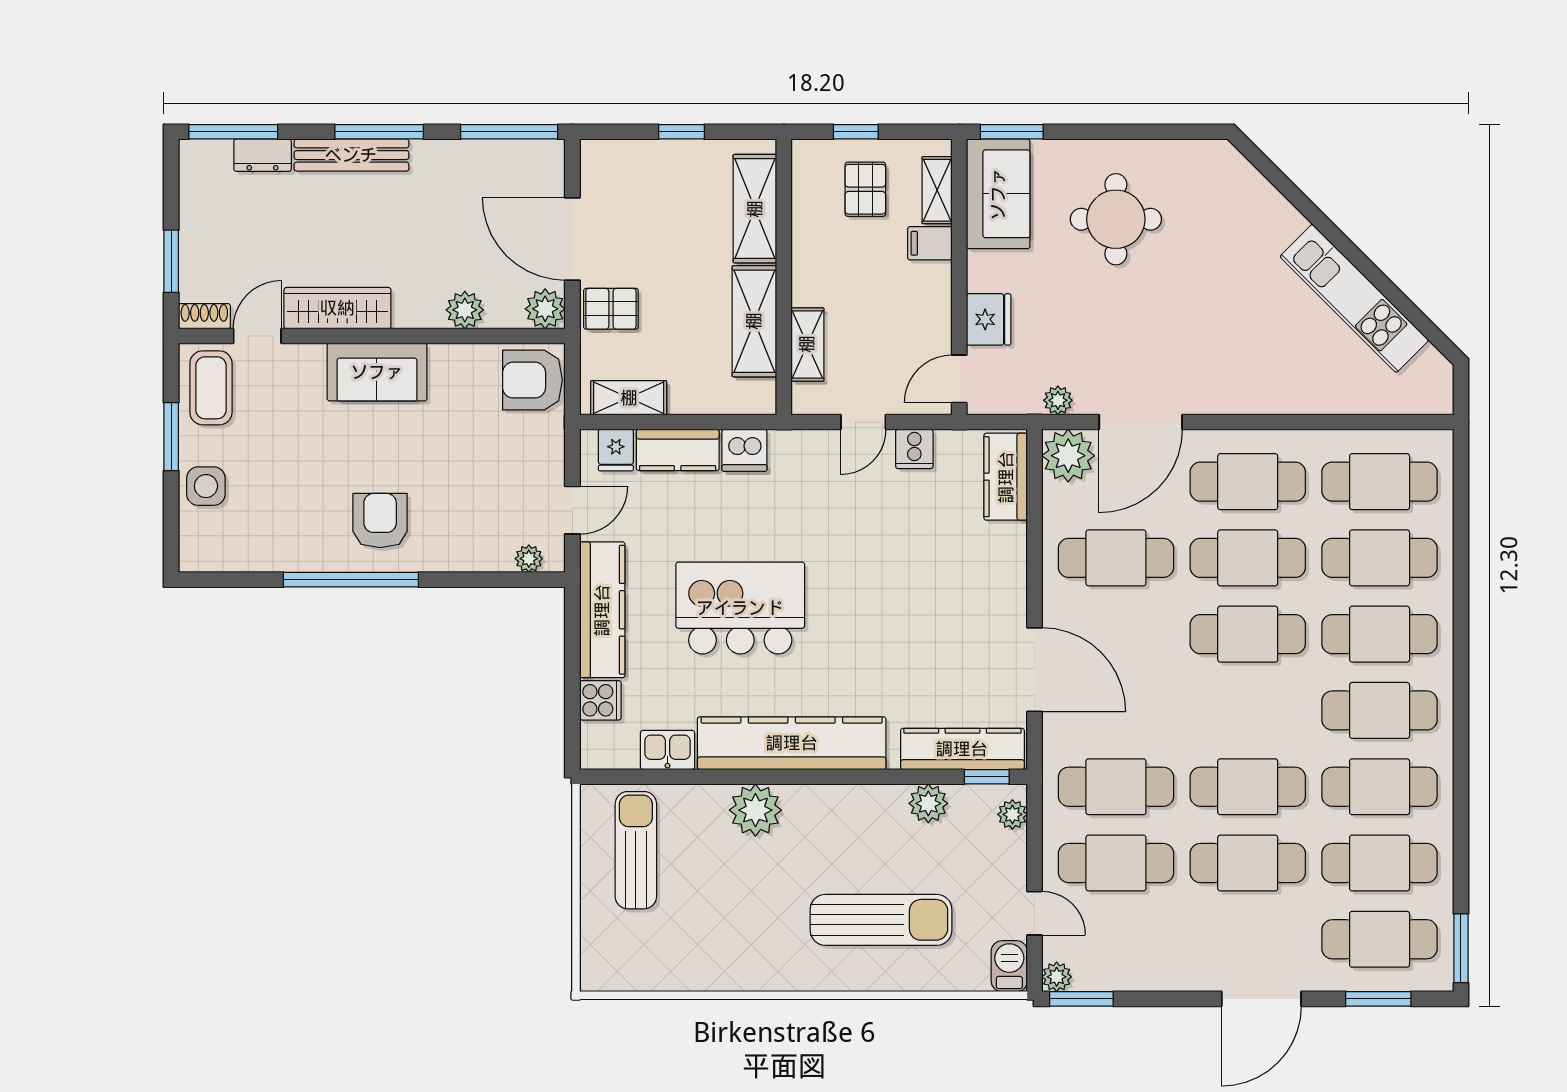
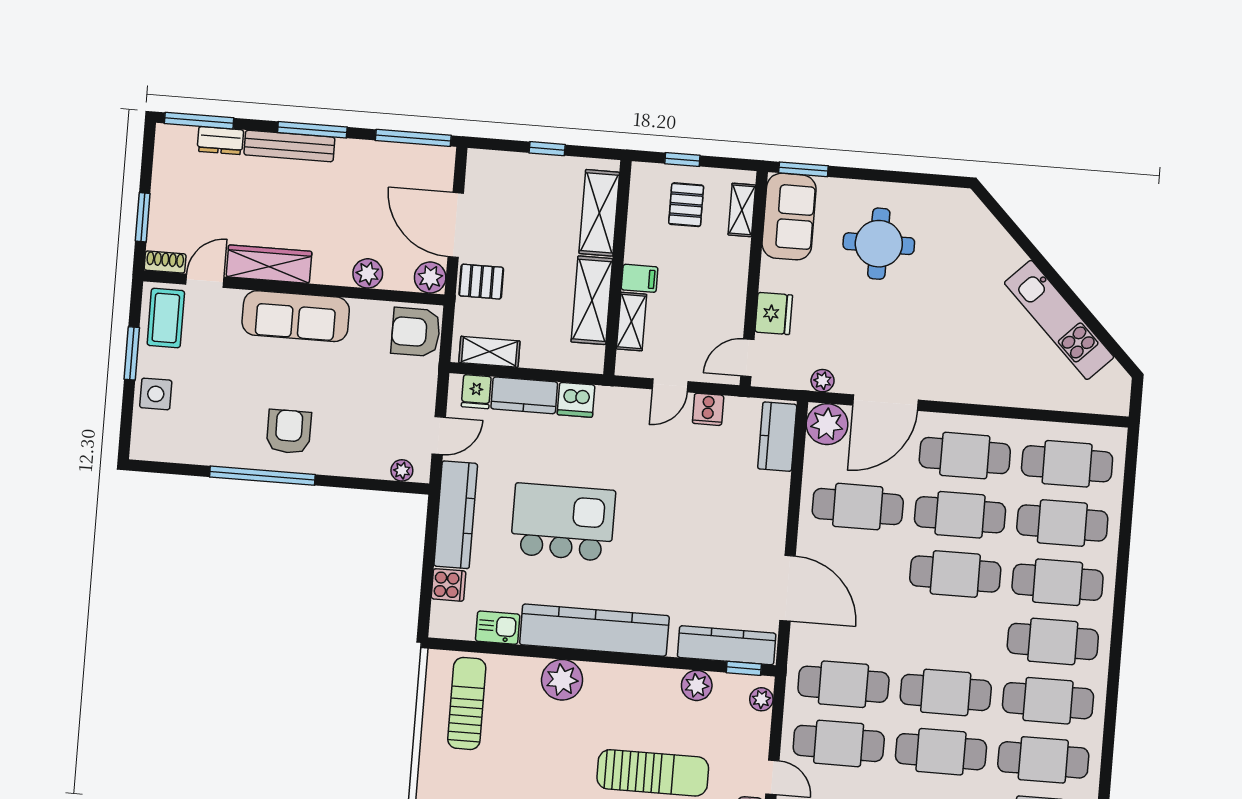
filing cabinet: (930, 243) -> (640, 278), moved, turned 180
sofa: (377, 372) -> (296, 316), width x1.36

